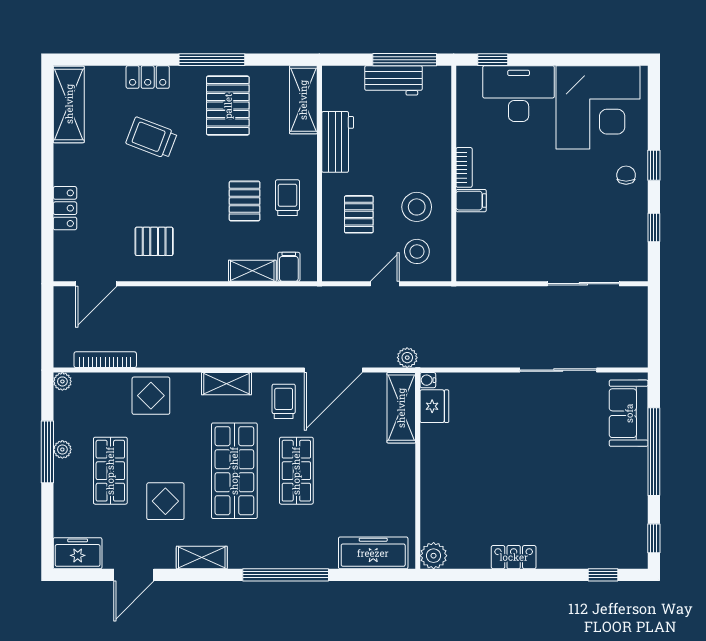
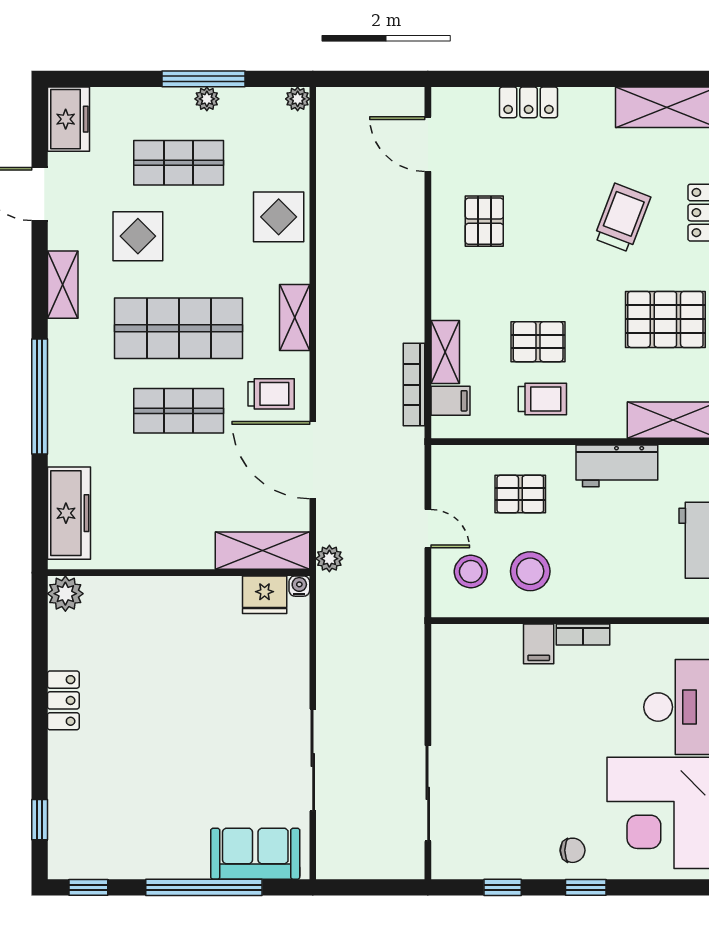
bookcase: (105, 360) -> (414, 385), moved, turned 180

